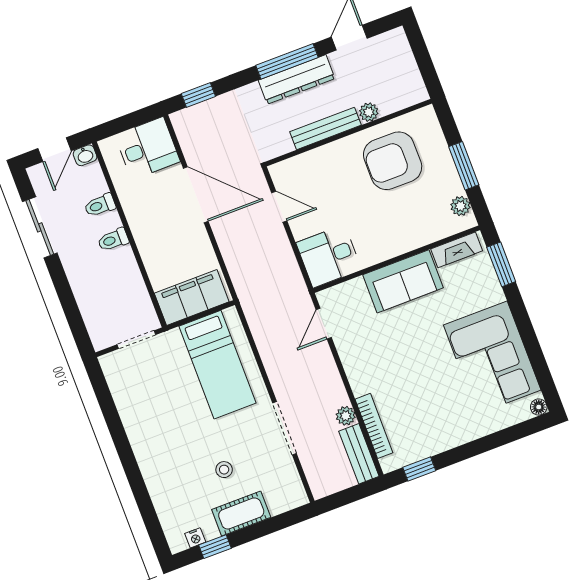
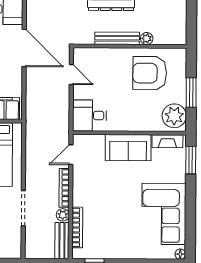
plant: (460, 206) -> (174, 116), width x1.88, depth x1.88
bookcase: (333, 376) -> (64, 188), added

